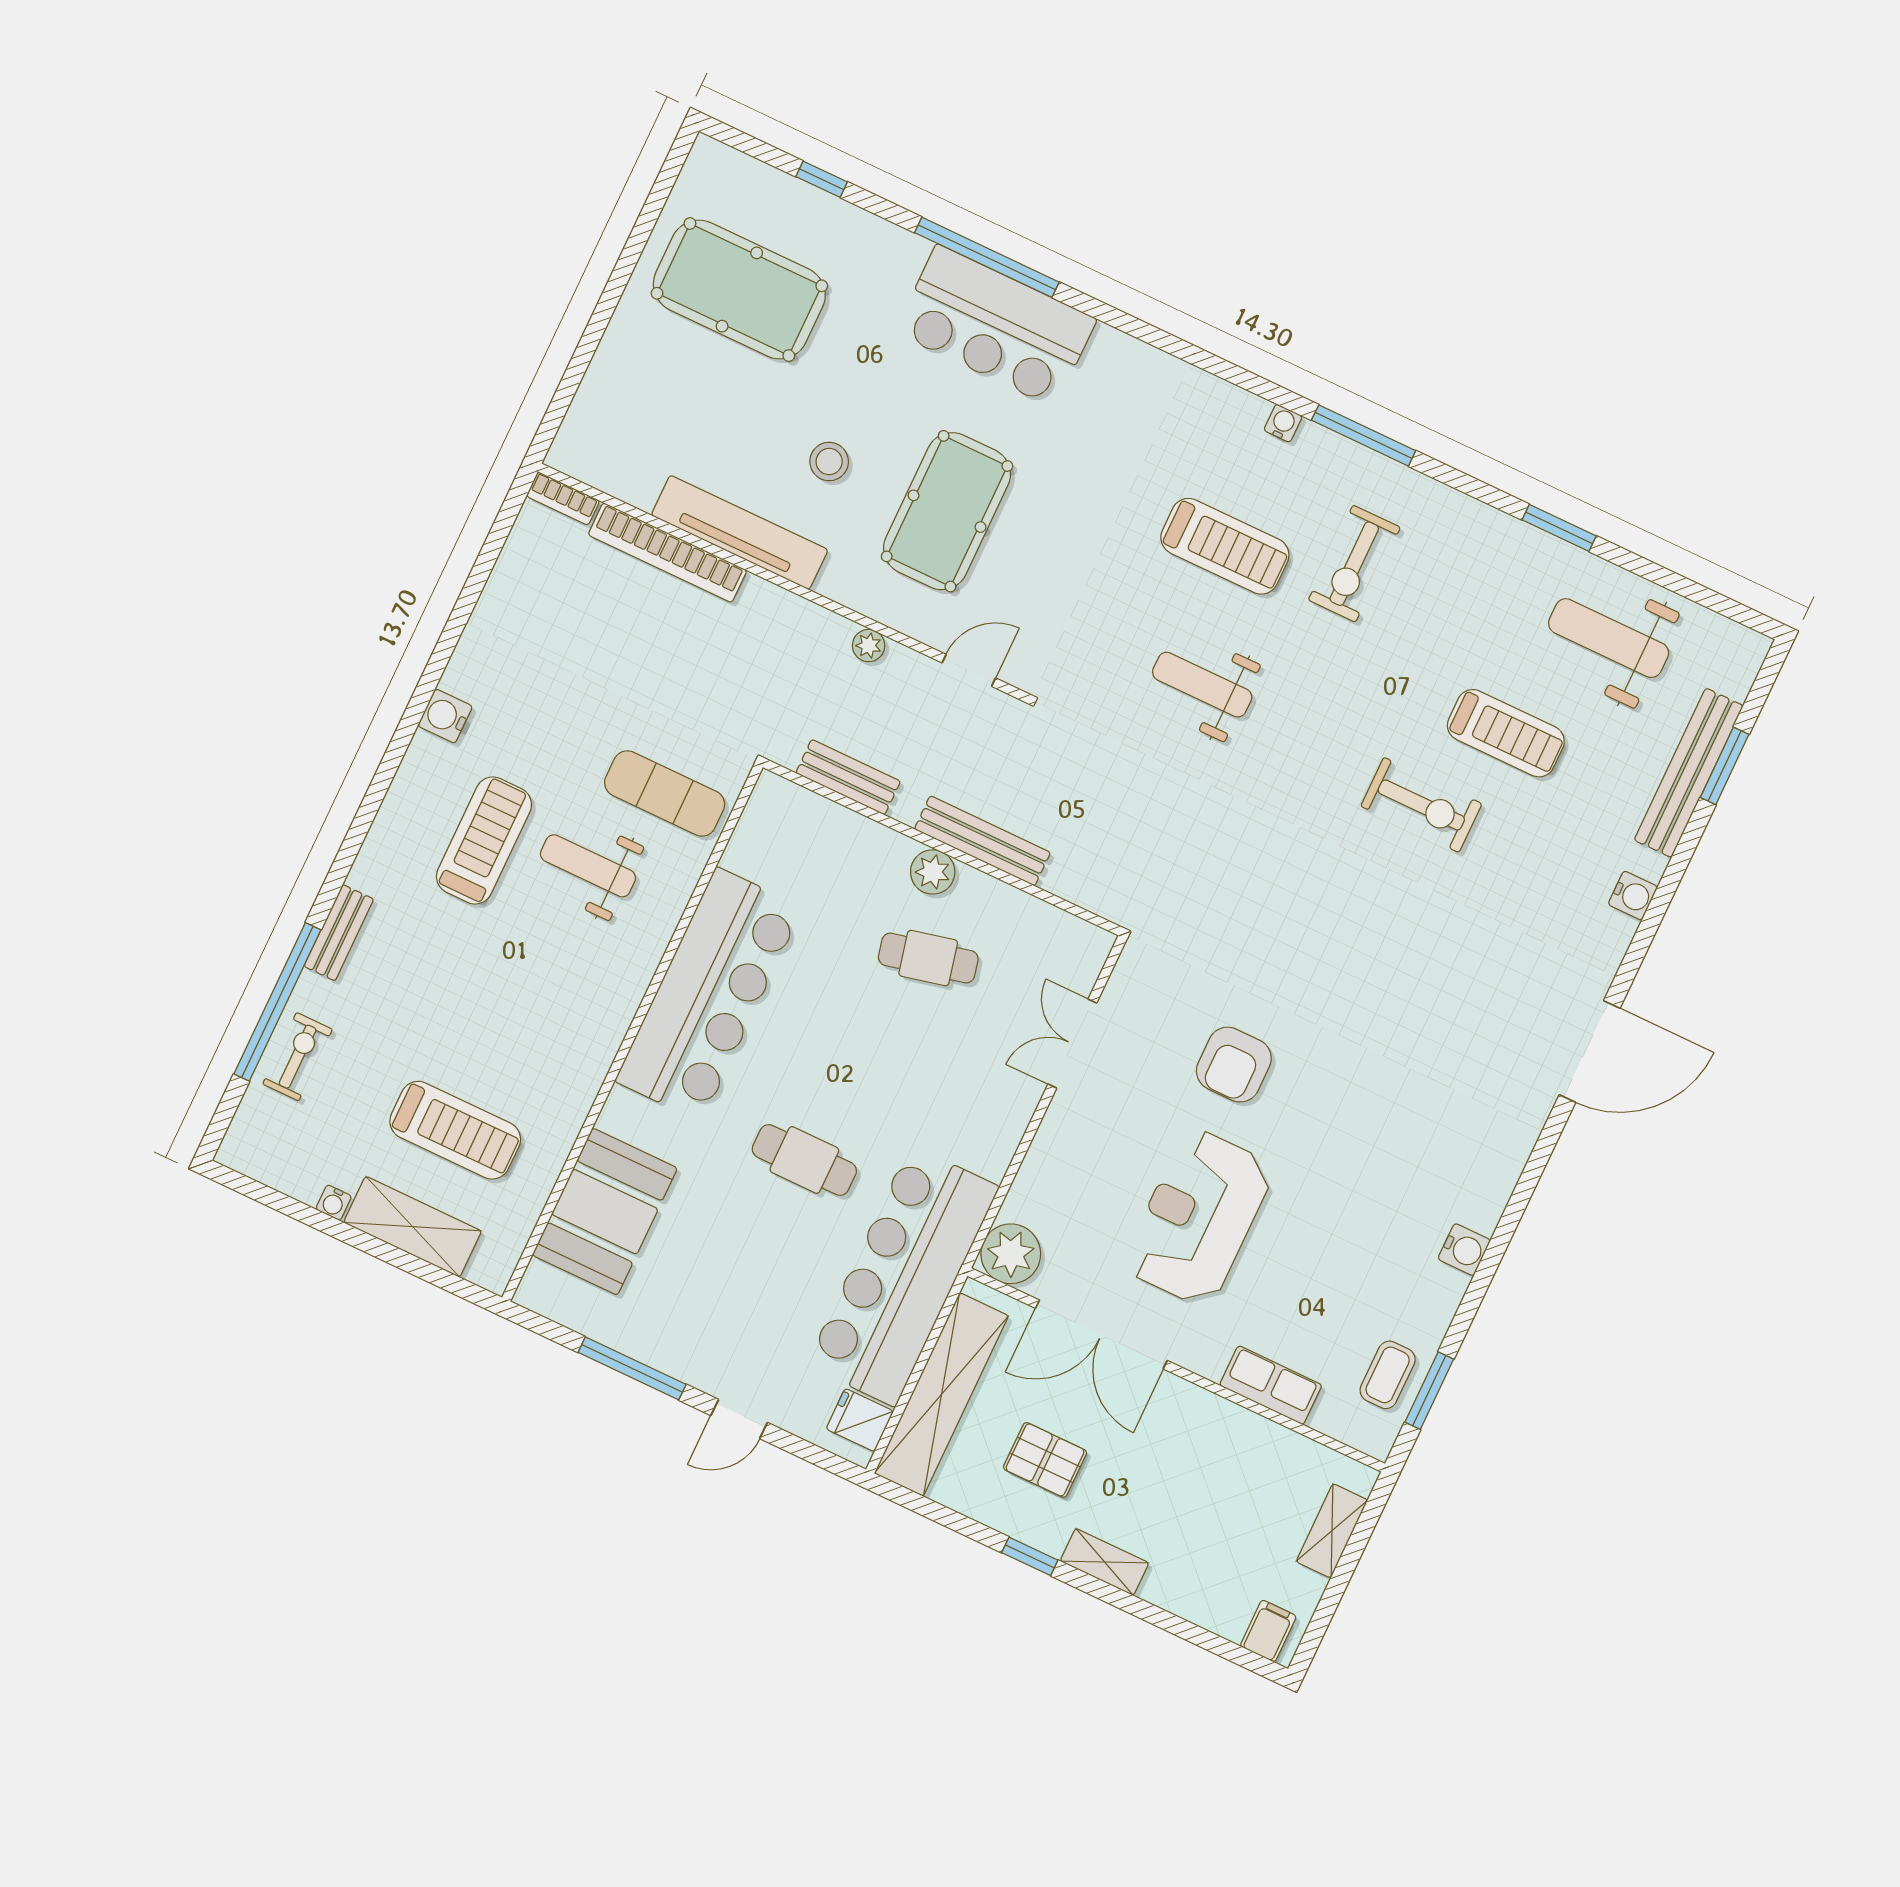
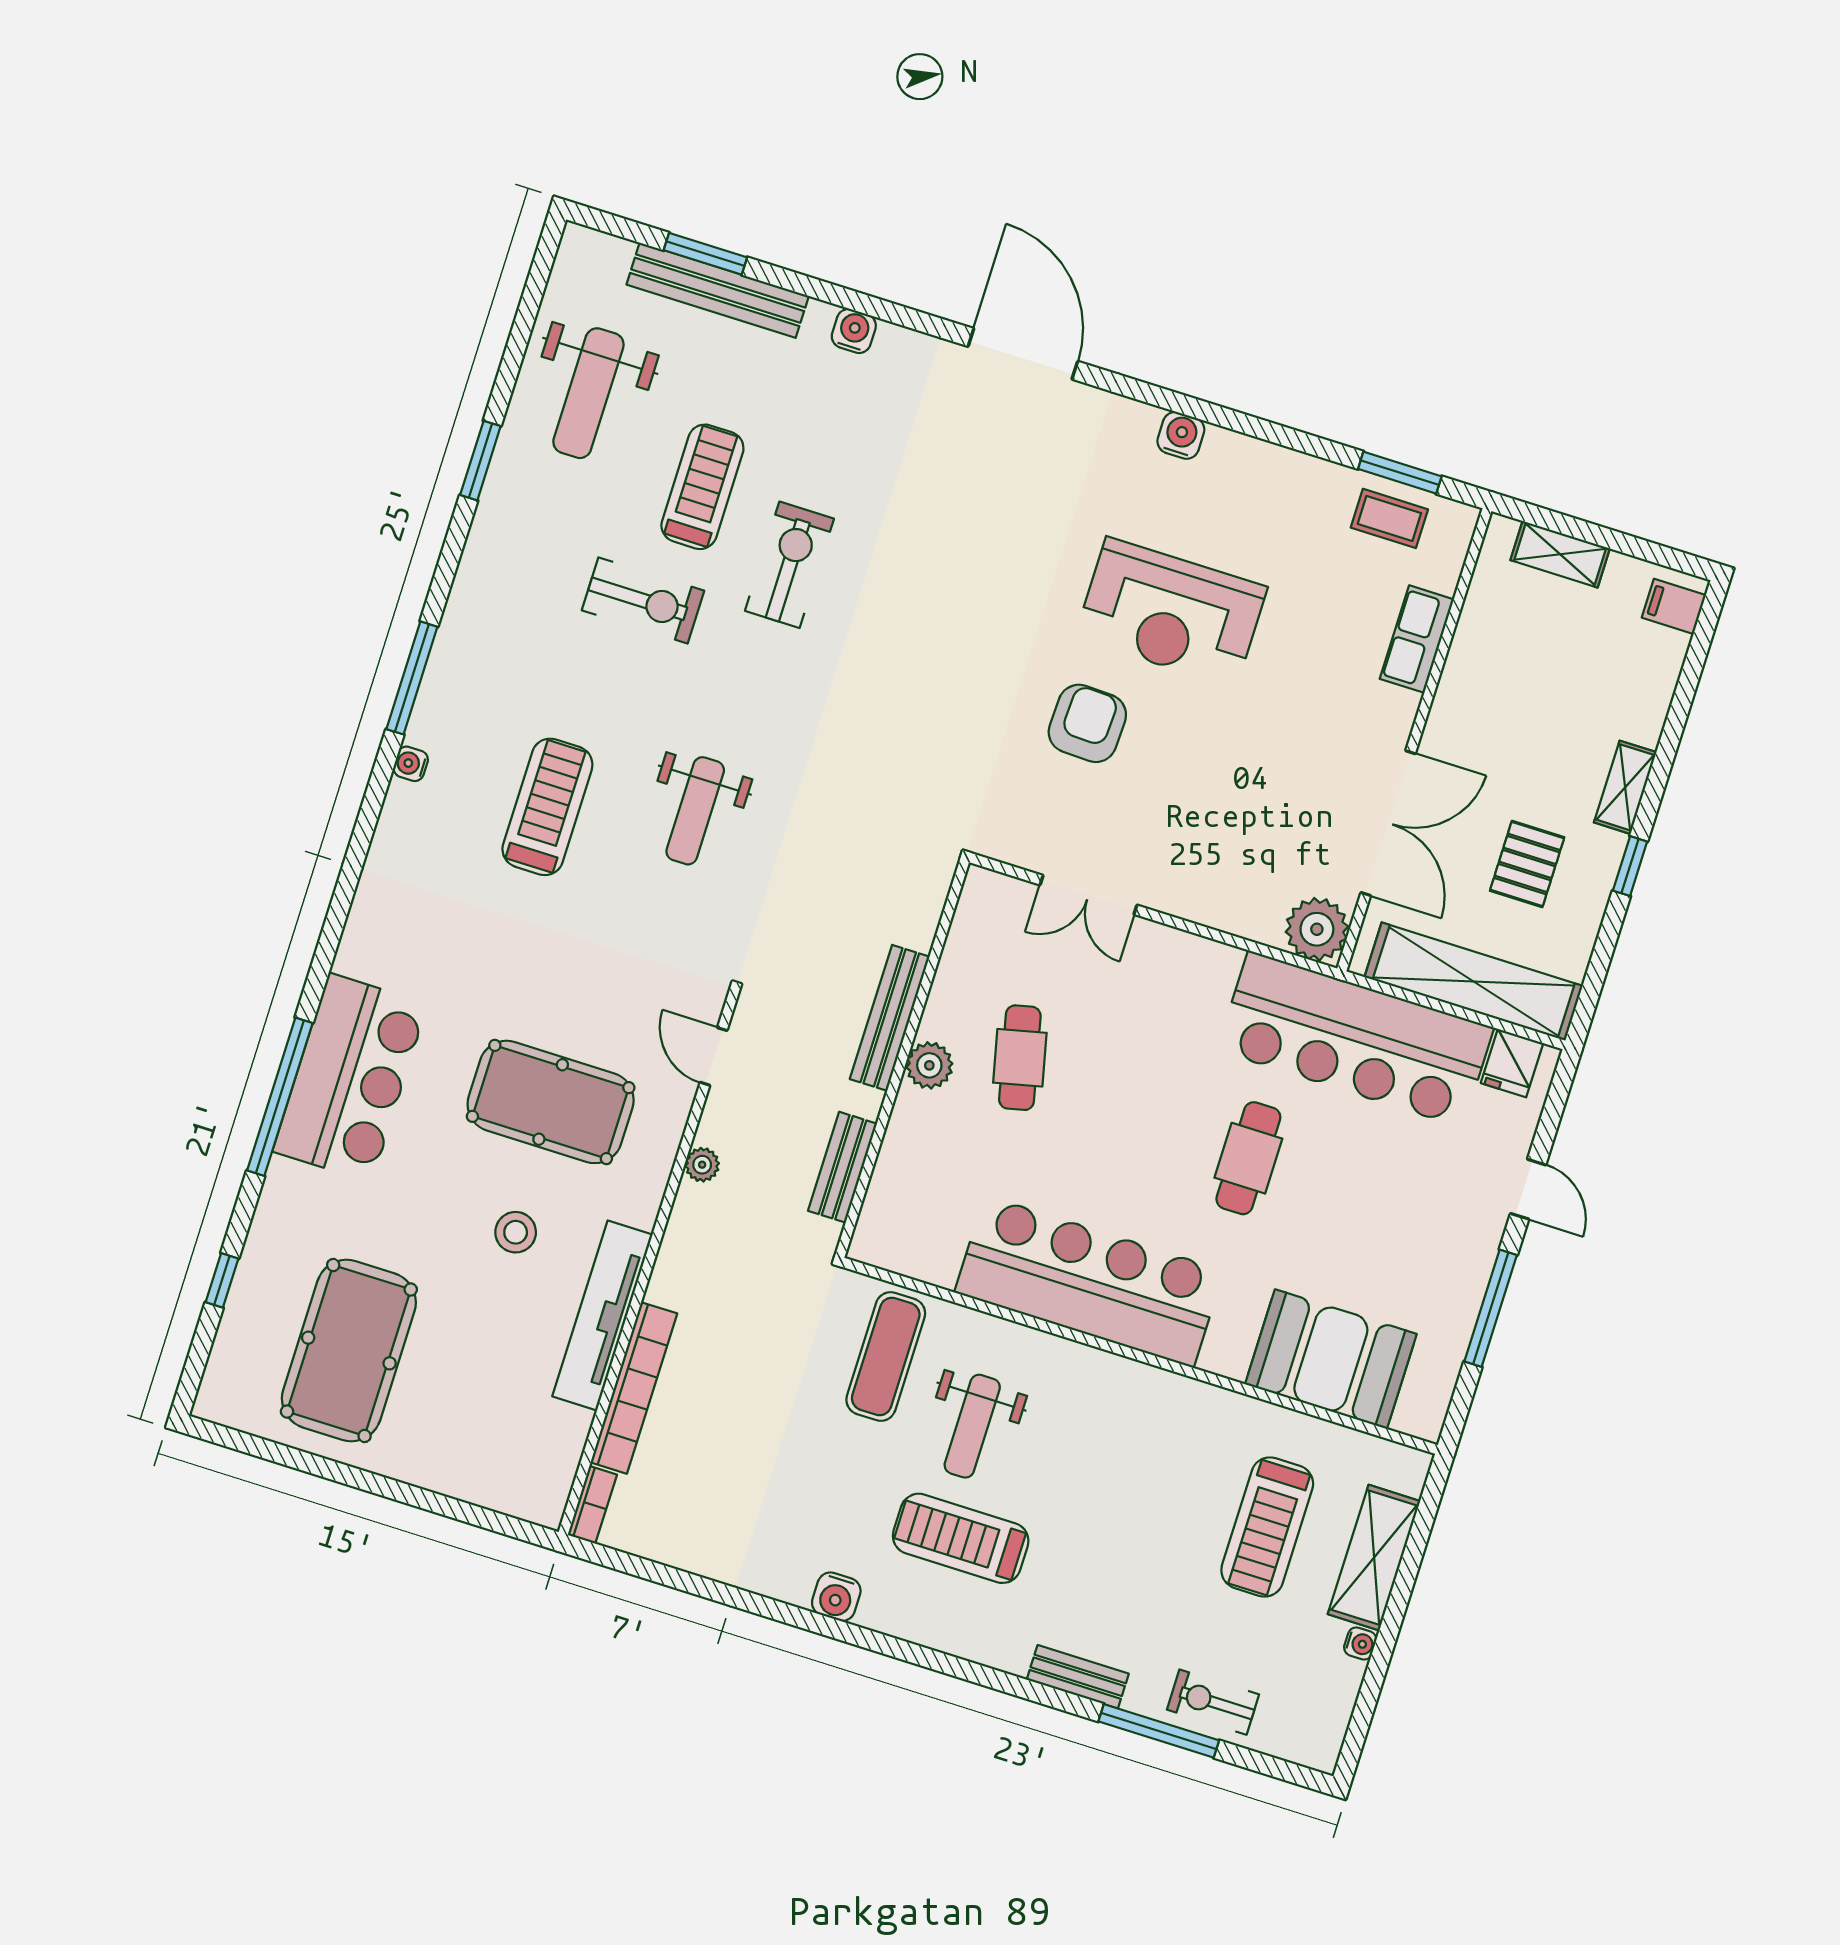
exercise bike: (1354, 564) -> (643, 600), moved
window: (277, 1002) -> (1159, 1731), width x0.68
armchair: (1234, 1065) -> (1087, 723), turned -88
treadmill: (455, 1130) -> (1267, 1527), turned 180
reception desk: (1198, 1217) -> (1171, 612), moved
water cooler: (1464, 1250) -> (1181, 435), moved

